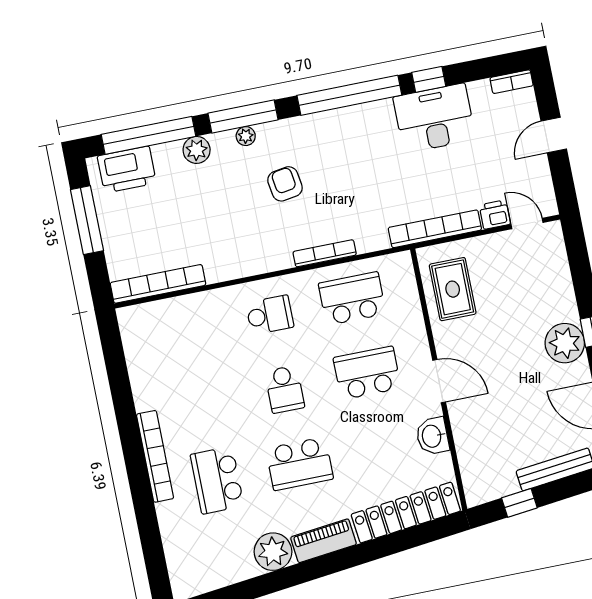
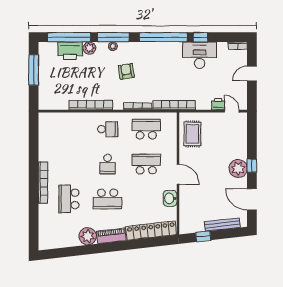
printer: (127, 170) -> (70, 51), moved
bookcase: (435, 229) -> (174, 105), moved
bookcase: (158, 284) -> (91, 105), moved

